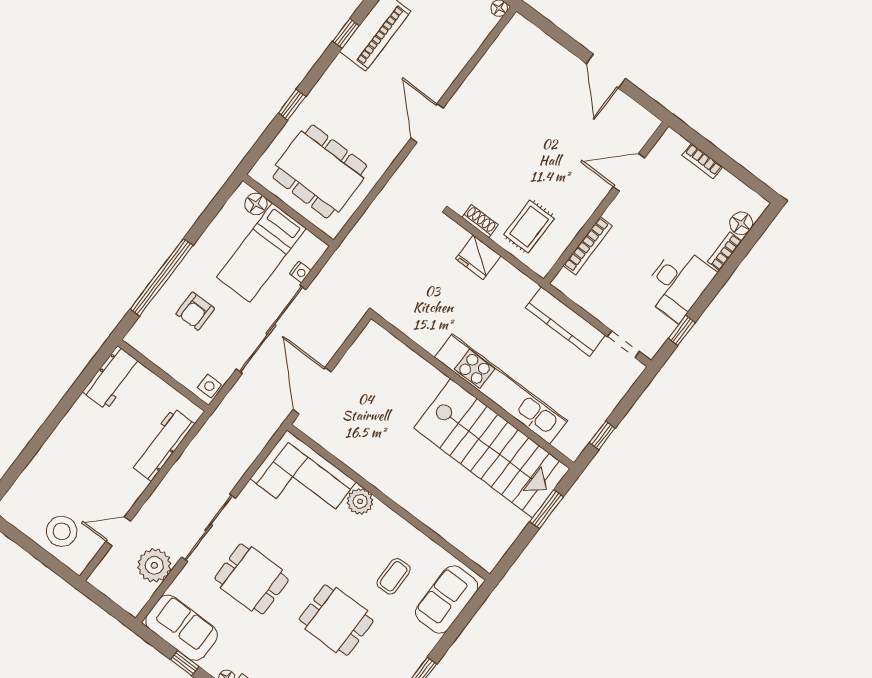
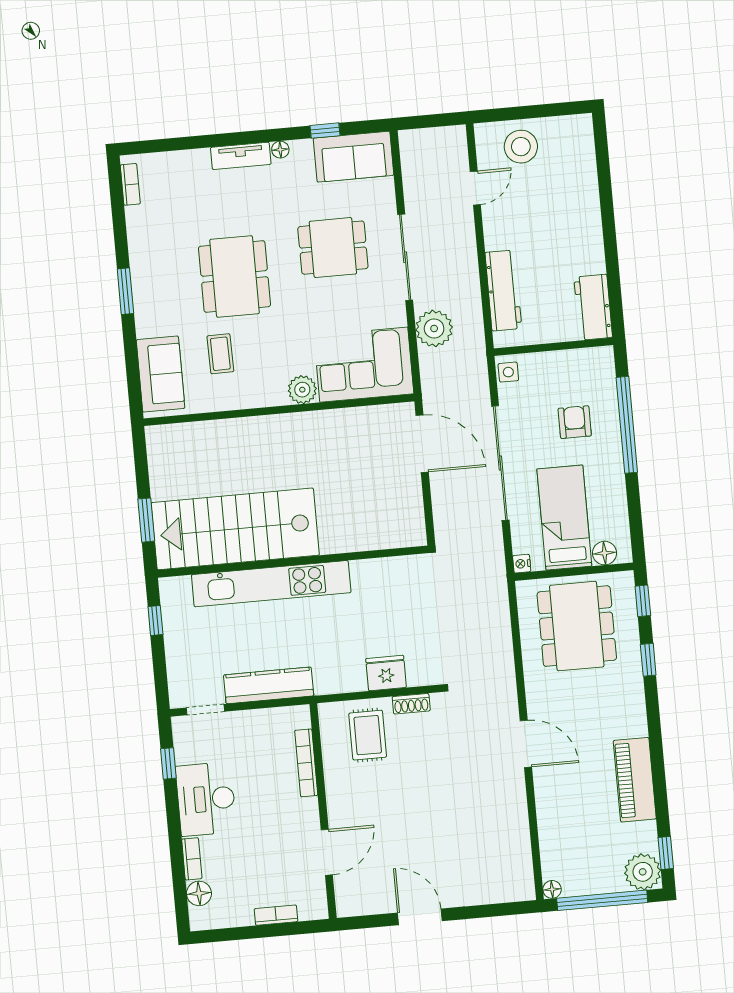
window: (346, 33) -> (643, 601), moved
dining table: (320, 171) -> (577, 626), turned 90
nightstand: (300, 272) -> (522, 564), moved
plant: (154, 565) -> (434, 328), moved
dining table: (336, 620) -> (234, 276), width x1.38

